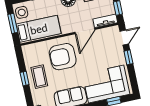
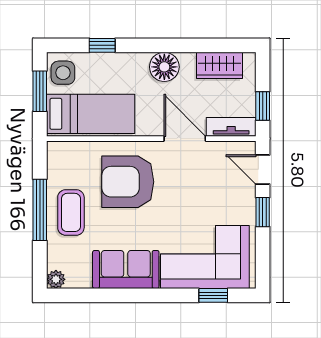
door: (85, 31) -> (185, 139), swing flipped
door: (124, 38) -> (263, 169), swing flipped
window: (25, 79) -> (40, 210), width x2.17

